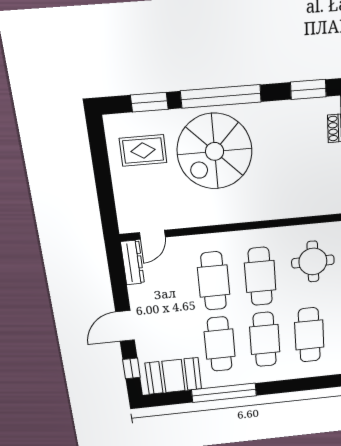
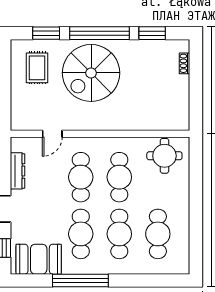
window: (308, 89) -> (152, 33), moved
rug: (143, 151) -> (37, 68), turned 90
door: (152, 235) -> (52, 134), moved
round table: (313, 262) -> (164, 156), moved
dresser: (133, 263) -> (17, 171), moved

